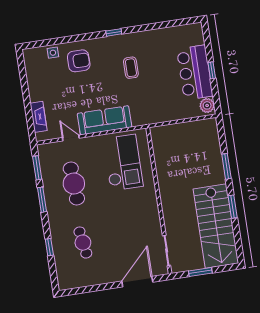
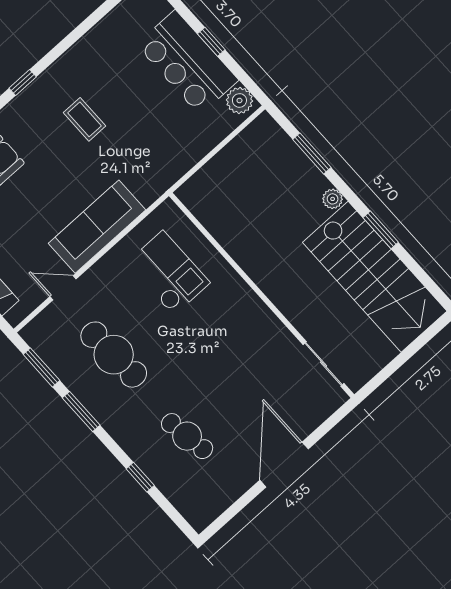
checkout: (123, 163) -> (168, 273), width x0.73, depth x0.83
window: (226, 166) -> (312, 153), moved
plant: (220, 178) -> (333, 199), added
window: (200, 272) -> (397, 363), removed
door: (137, 282) -> (284, 465), moved

